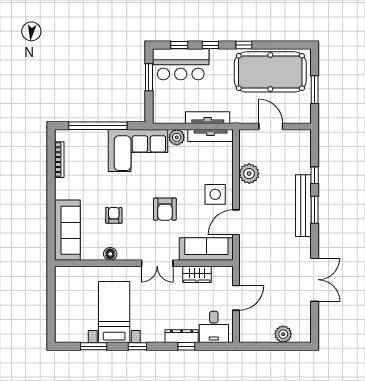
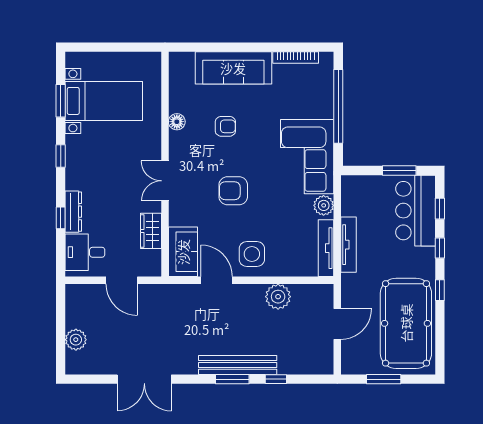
sofa: (67, 230) -> (233, 68), moved
sofa: (206, 249) -> (183, 252), width x0.73
bed with nightstands: (114, 312) -> (104, 101), moved

